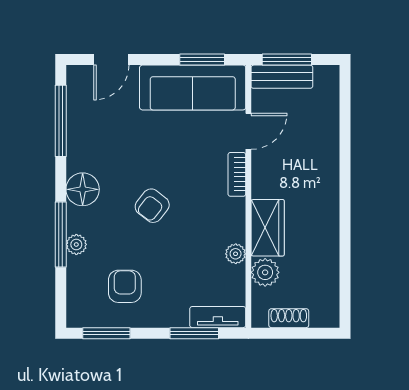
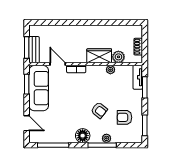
armchair: (152, 206) -> (99, 110), moved

